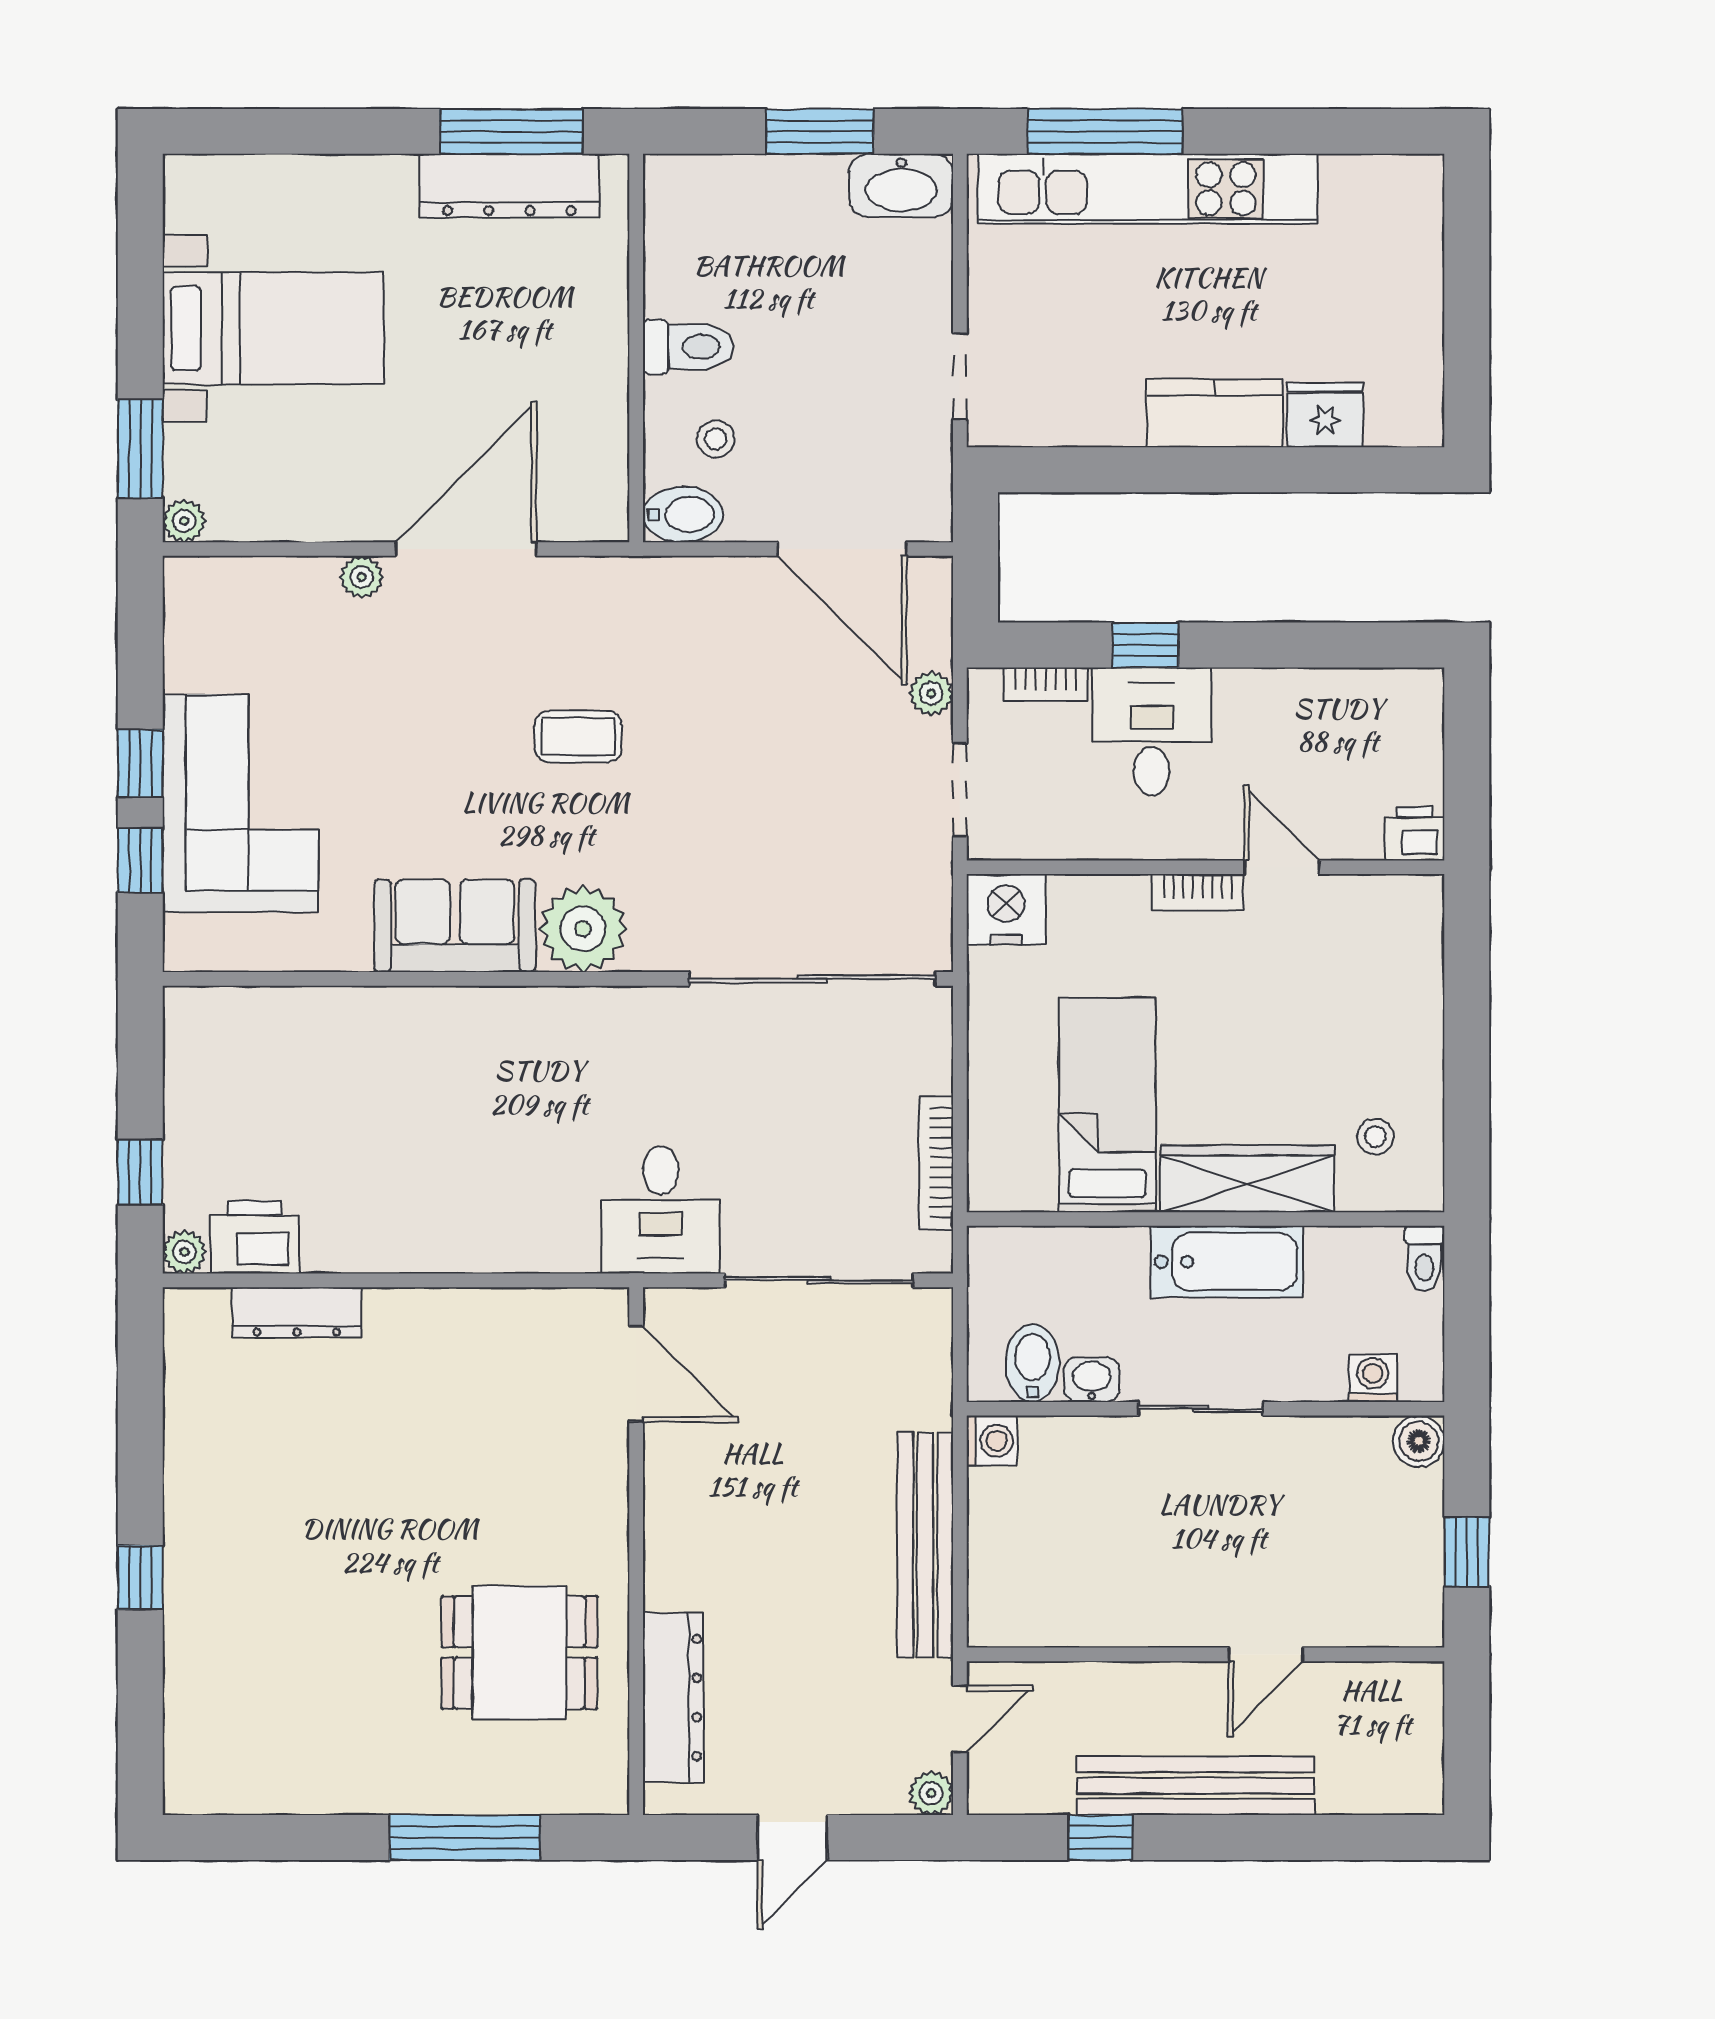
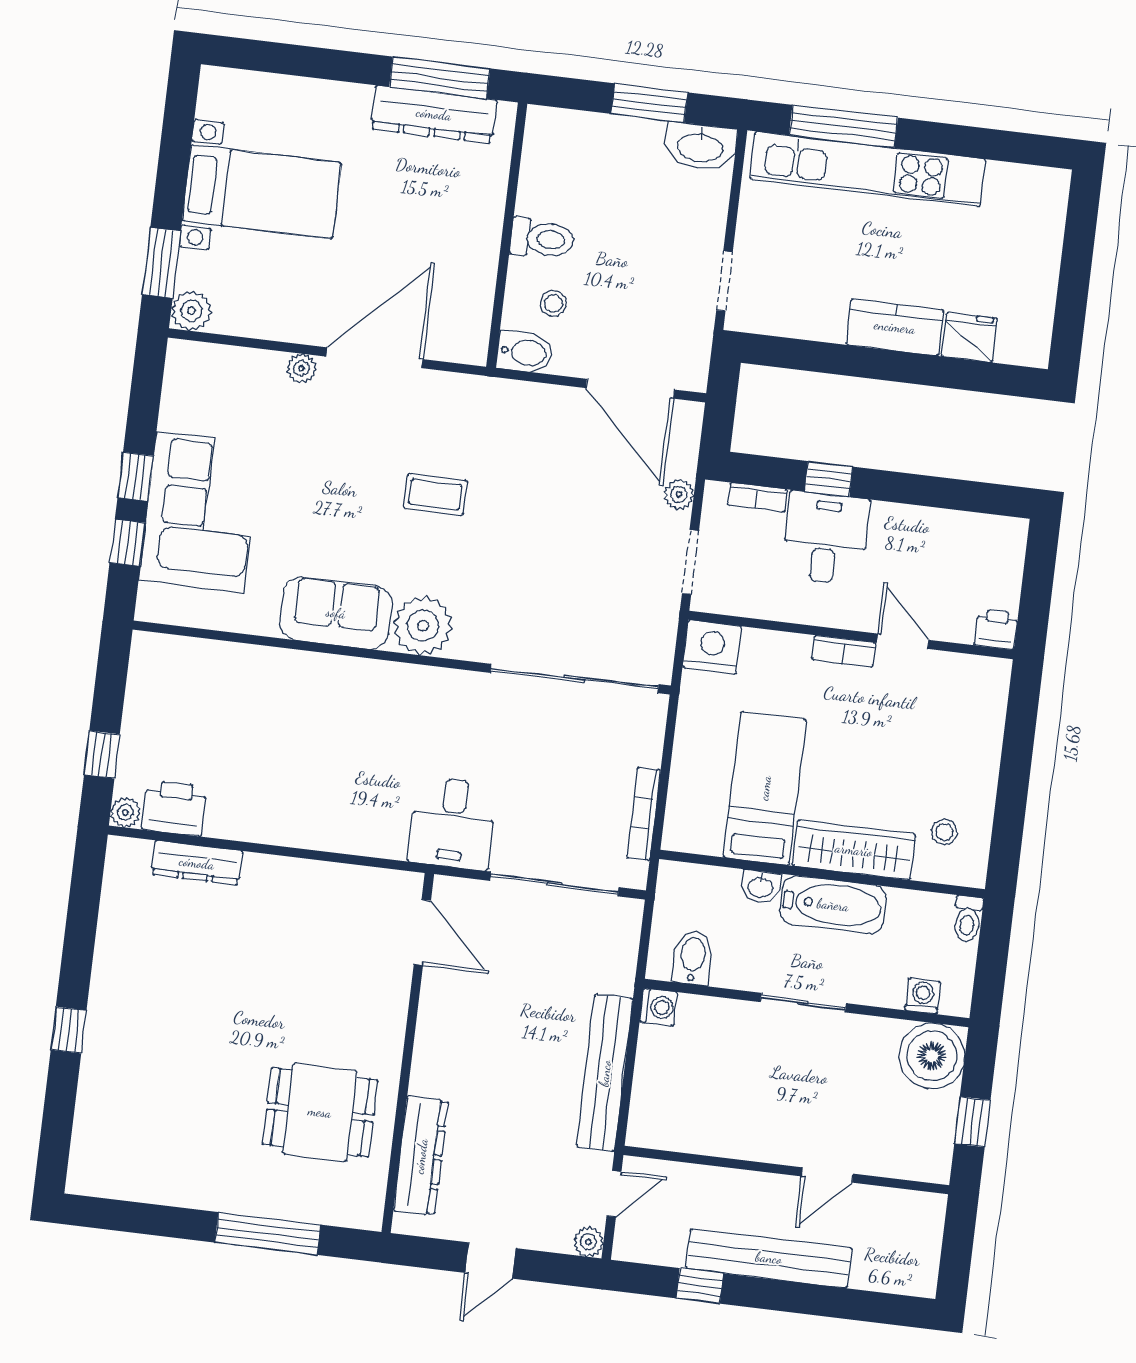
plant: (184, 521) -> (191, 311), width x1.38, depth x1.38
washbasin: (1092, 1380) -> (760, 887), moved, turned 180
boiler: (1419, 1441) -> (932, 1056), width x1.86, depth x1.86

